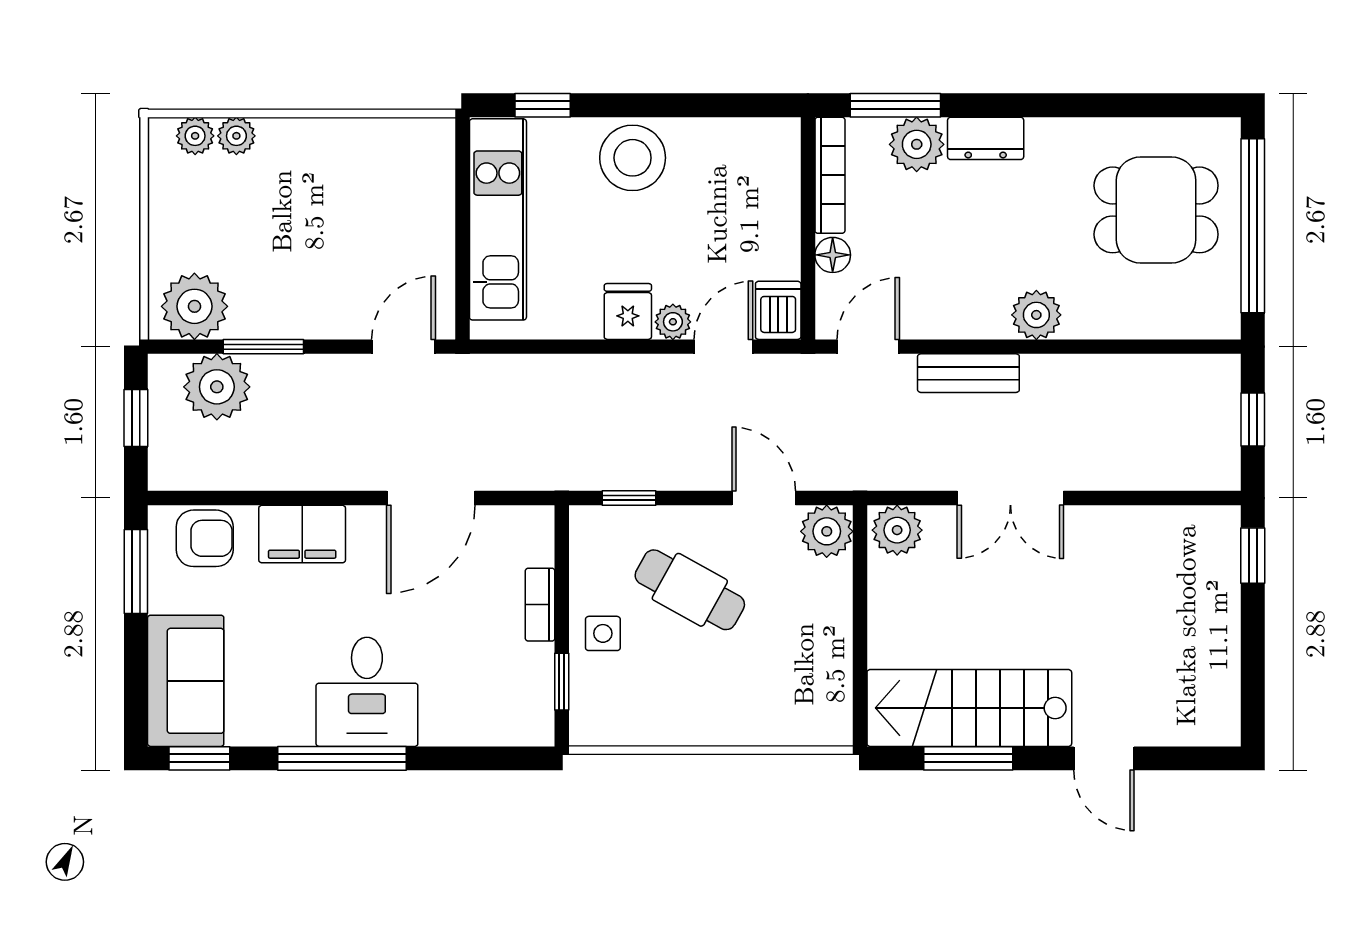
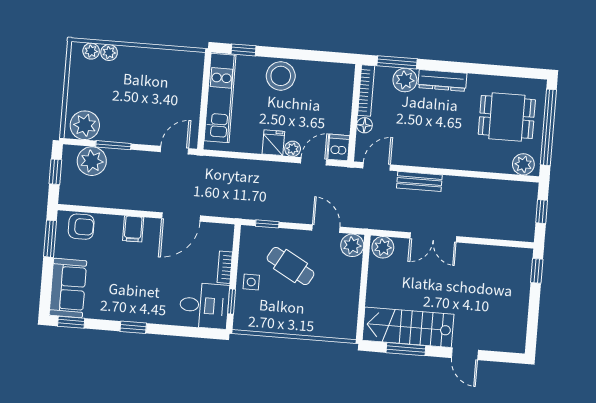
dresser: (986, 138) -> (442, 80), width x1.44
plant: (1036, 315) -> (523, 164), moved
filing cabinet: (302, 534) -> (133, 229), width x0.50
desk: (367, 692) -> (204, 305), moved, turned -90
window: (342, 758) -> (133, 327), width x0.46

